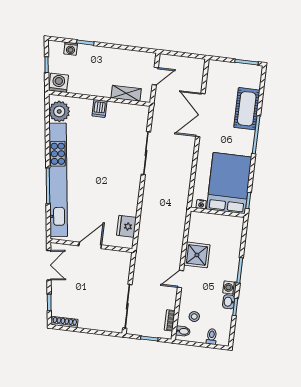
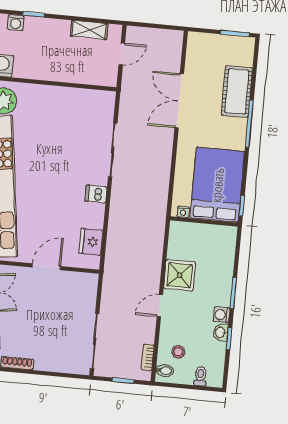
shelving: (126, 93) -> (89, 30), moved
dishwasher: (100, 108) -> (96, 194), moved, turned 90

